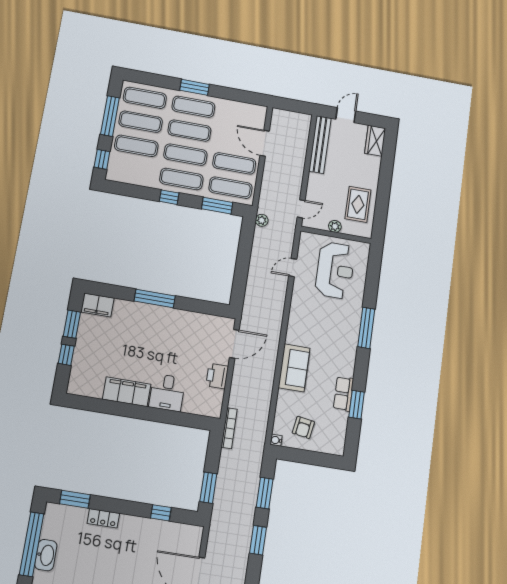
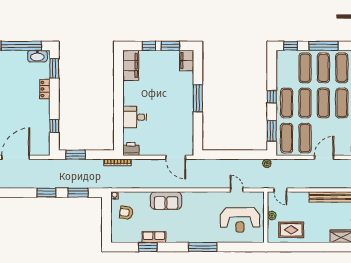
printer: (217, 376) -> (131, 149), moved
filing cabinet: (127, 392) -> (131, 65), moved
washbasin: (46, 555) -> (37, 56), moved

